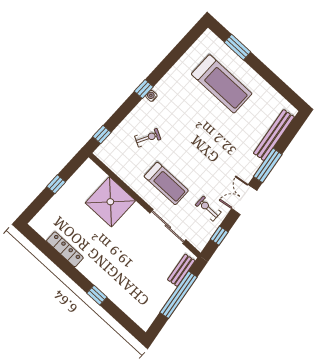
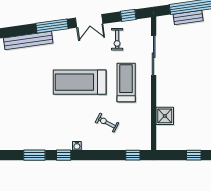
window: (176, 54) -> (34, 155), added
treadmill: (222, 84) -> (80, 82), moved, turned -90
window: (144, 89) -> (64, 155), moved
shower: (110, 202) -> (165, 116), width x0.54, depth x0.54
bench: (181, 270) -> (188, 18), moved

